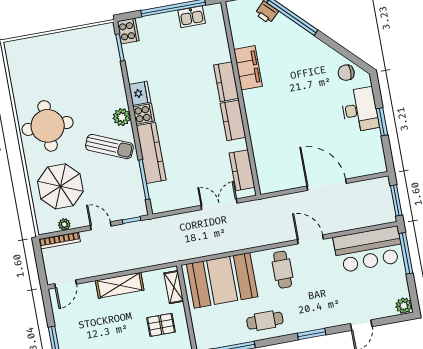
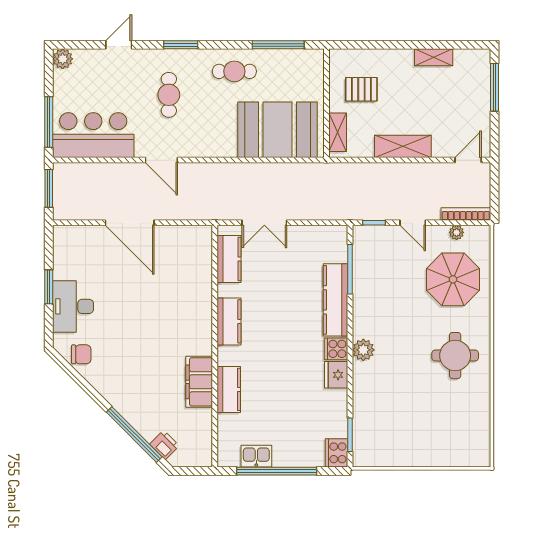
kitchen counter: (226, 82) -> (229, 389), moved
round table: (48, 126) -> (455, 356), width x0.73, depth x0.73
sun lounger: (109, 147) -> (385, 317), removed
cafe table: (283, 270) -> (169, 95), moved

